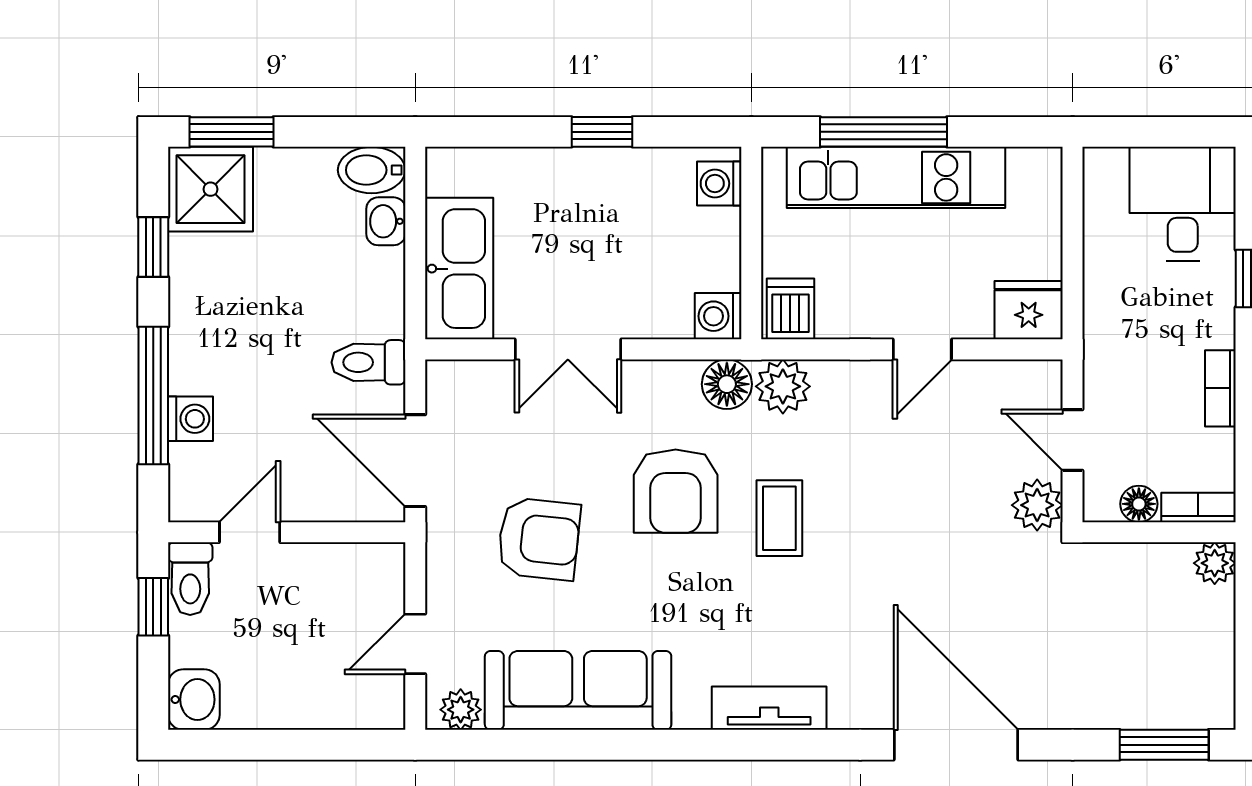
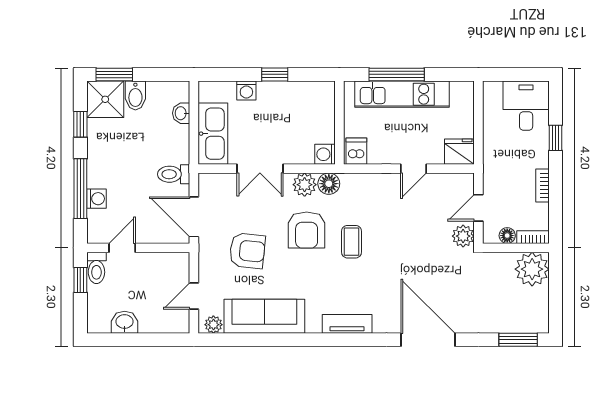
bidet: (372, 170) -> (135, 95), moved, turned -90
washing machine: (719, 183) -> (246, 90), moved, turned -90
plant: (783, 386) -> (305, 185), moved
door: (1073, 440) -> (478, 208), hinge flipped
plant: (1215, 563) -> (532, 269), width x1.88, depth x1.88
washbasin: (194, 700) -> (125, 322), moved, turned -90

